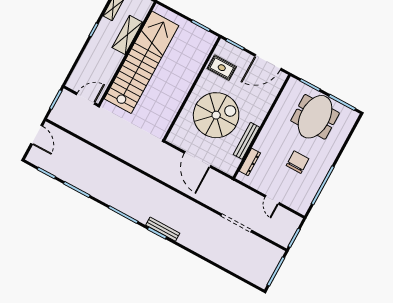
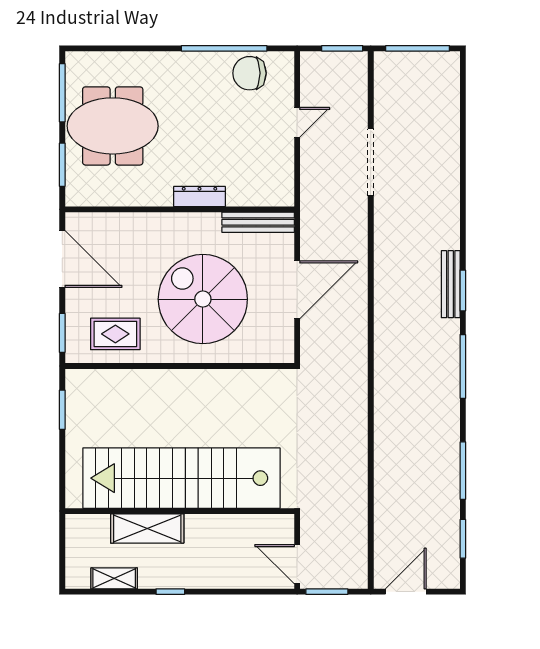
rug: (222, 68) -> (115, 334), turned 90
door: (86, 99) -> (297, 564), moved
bench: (246, 141) -> (258, 222), moved
dresser: (250, 162) -> (200, 197), moved
chair: (298, 162) -> (250, 73), moved

